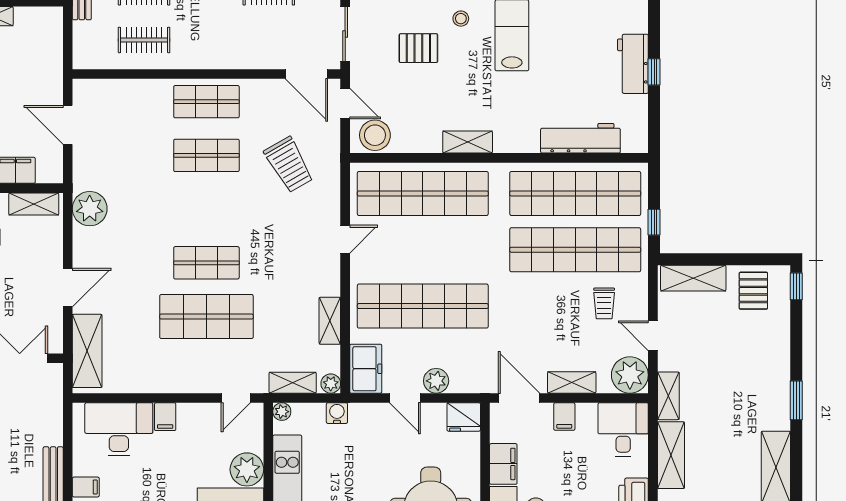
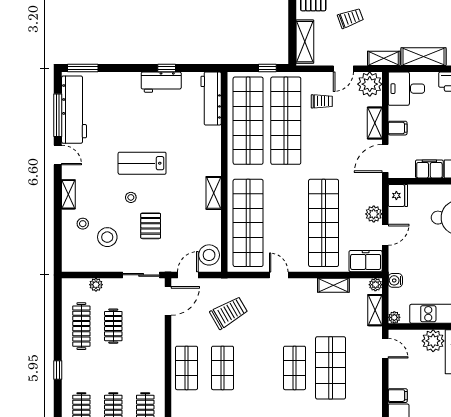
workbench: (580, 138) -> (211, 98), moved
trolley: (728, 346) -> (350, 18), added

